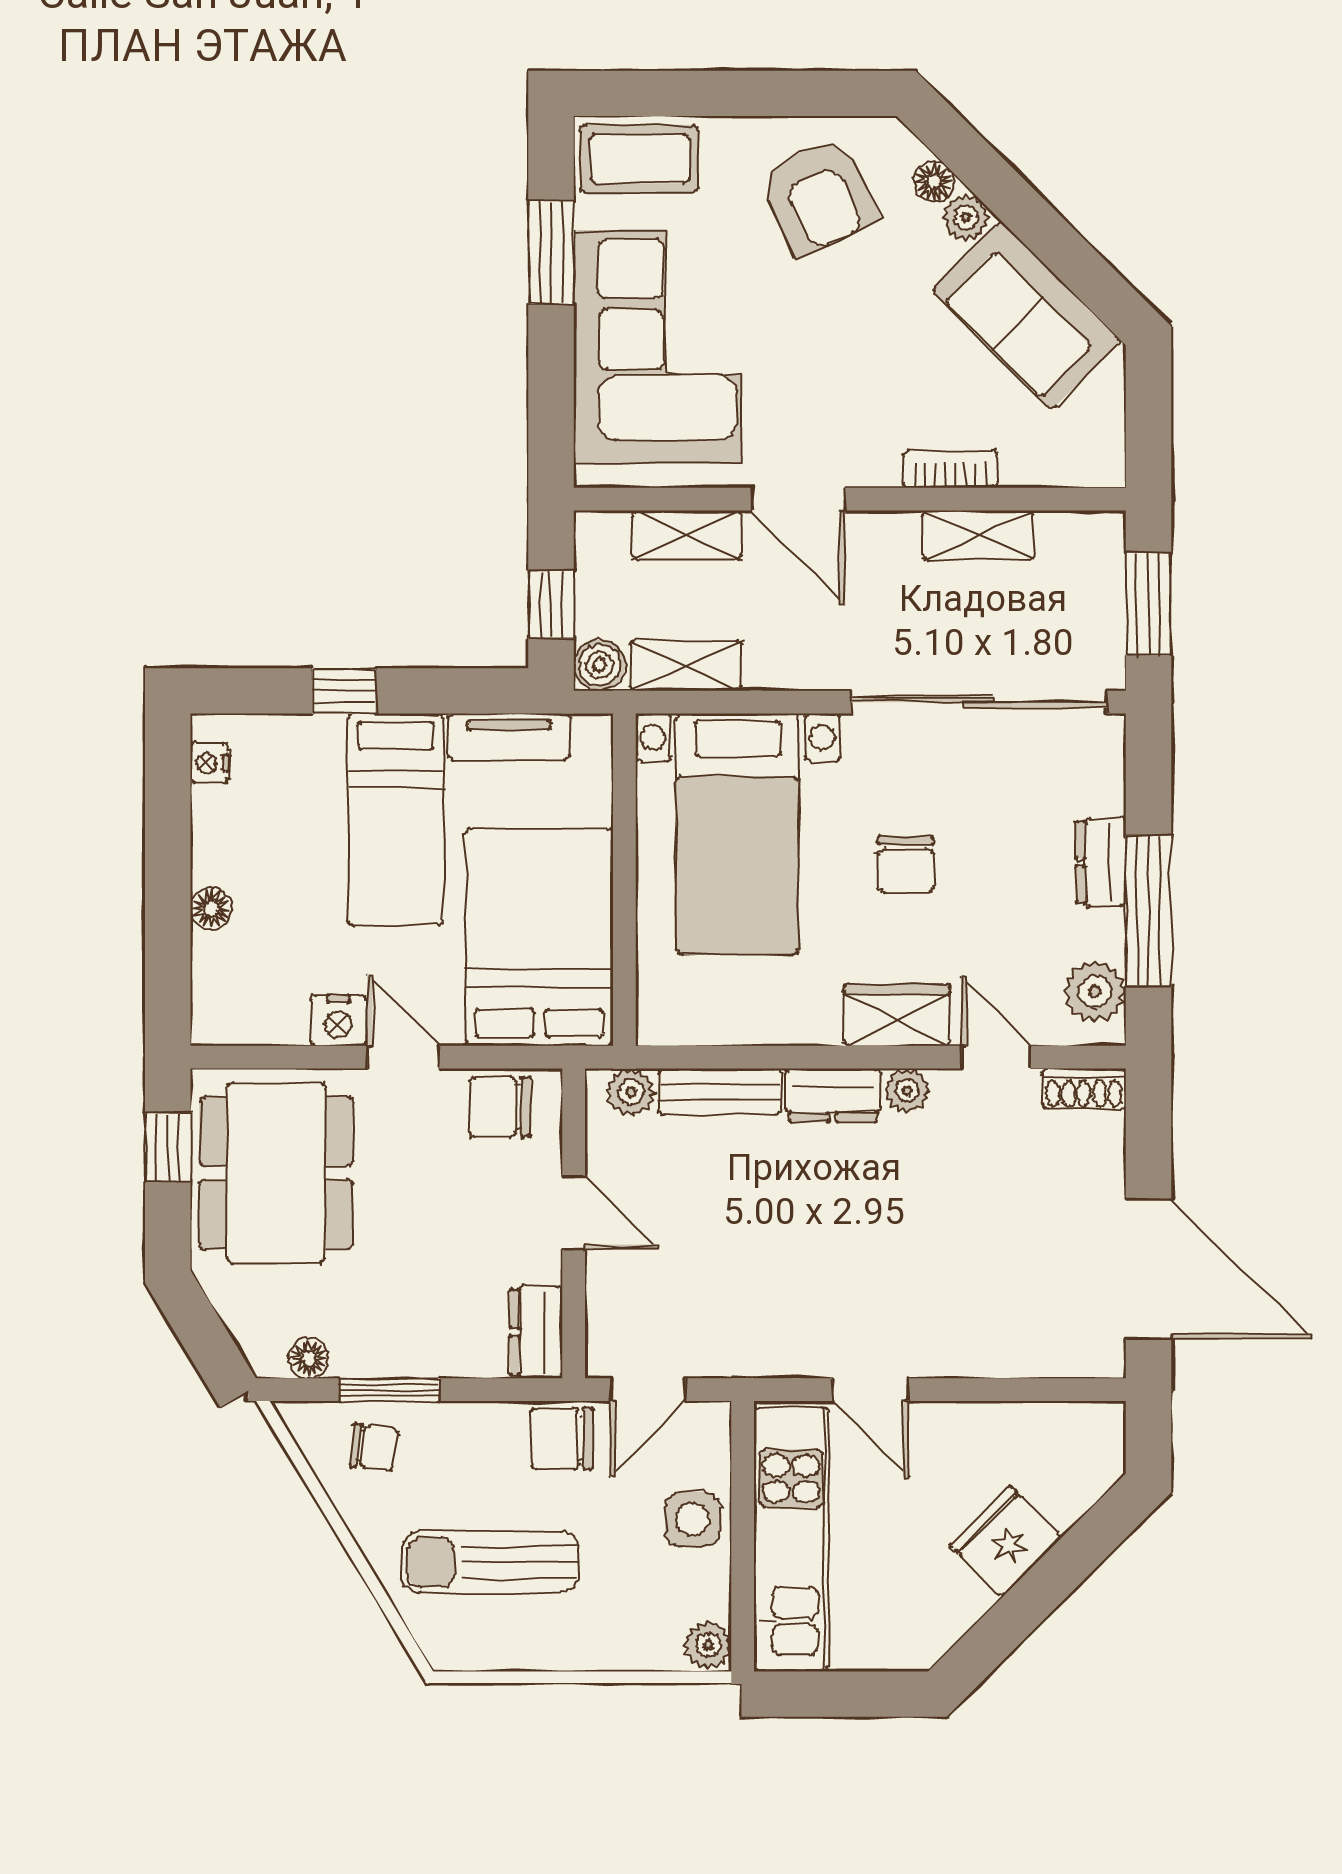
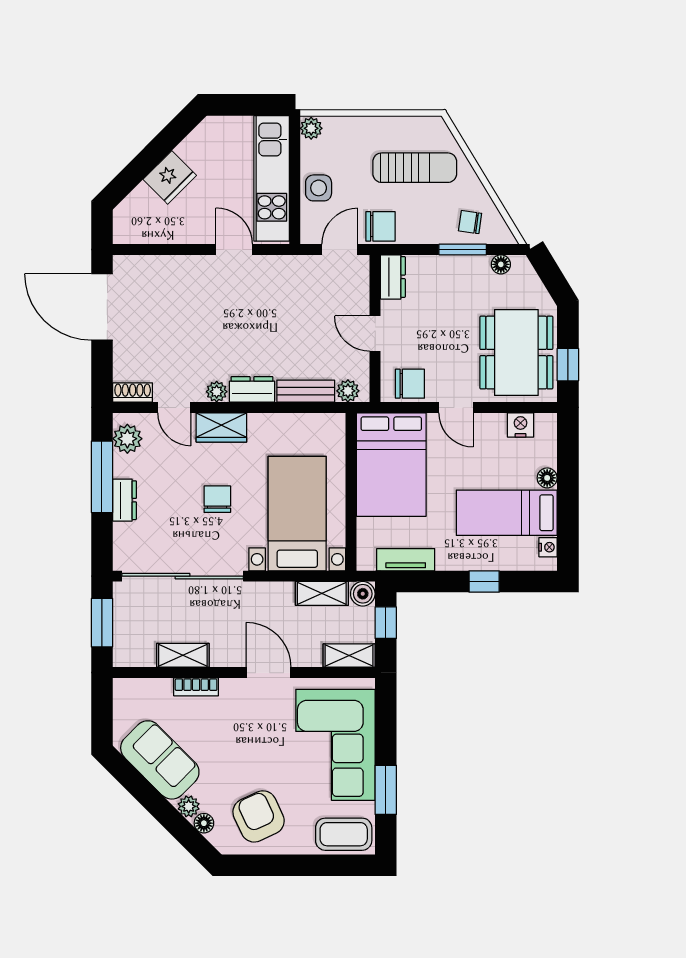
shelving: (687, 535) -> (349, 655), moved
bed: (396, 819) -> (507, 513), moved, turned -90
nightstand: (338, 1020) -> (521, 425), moved

